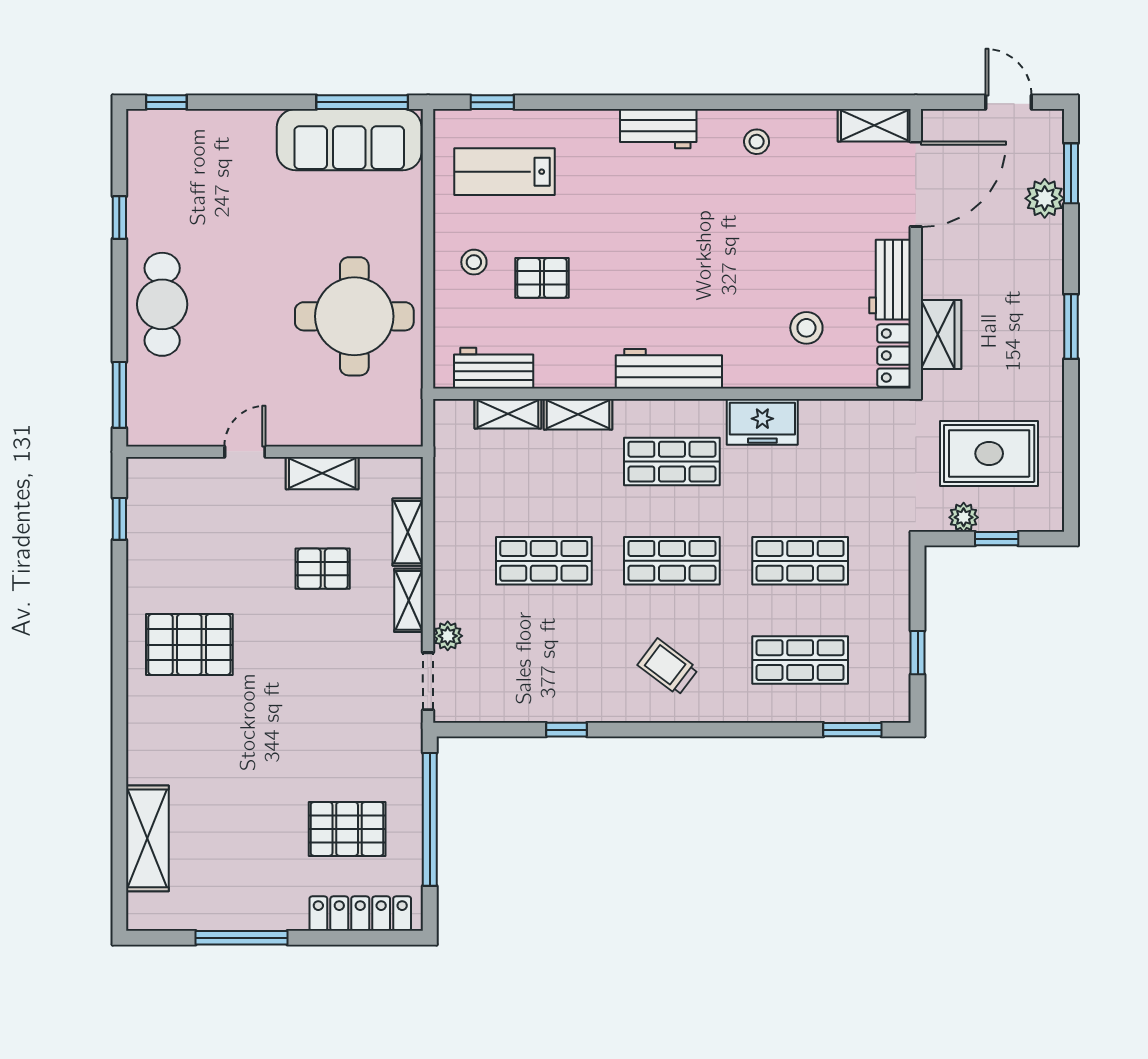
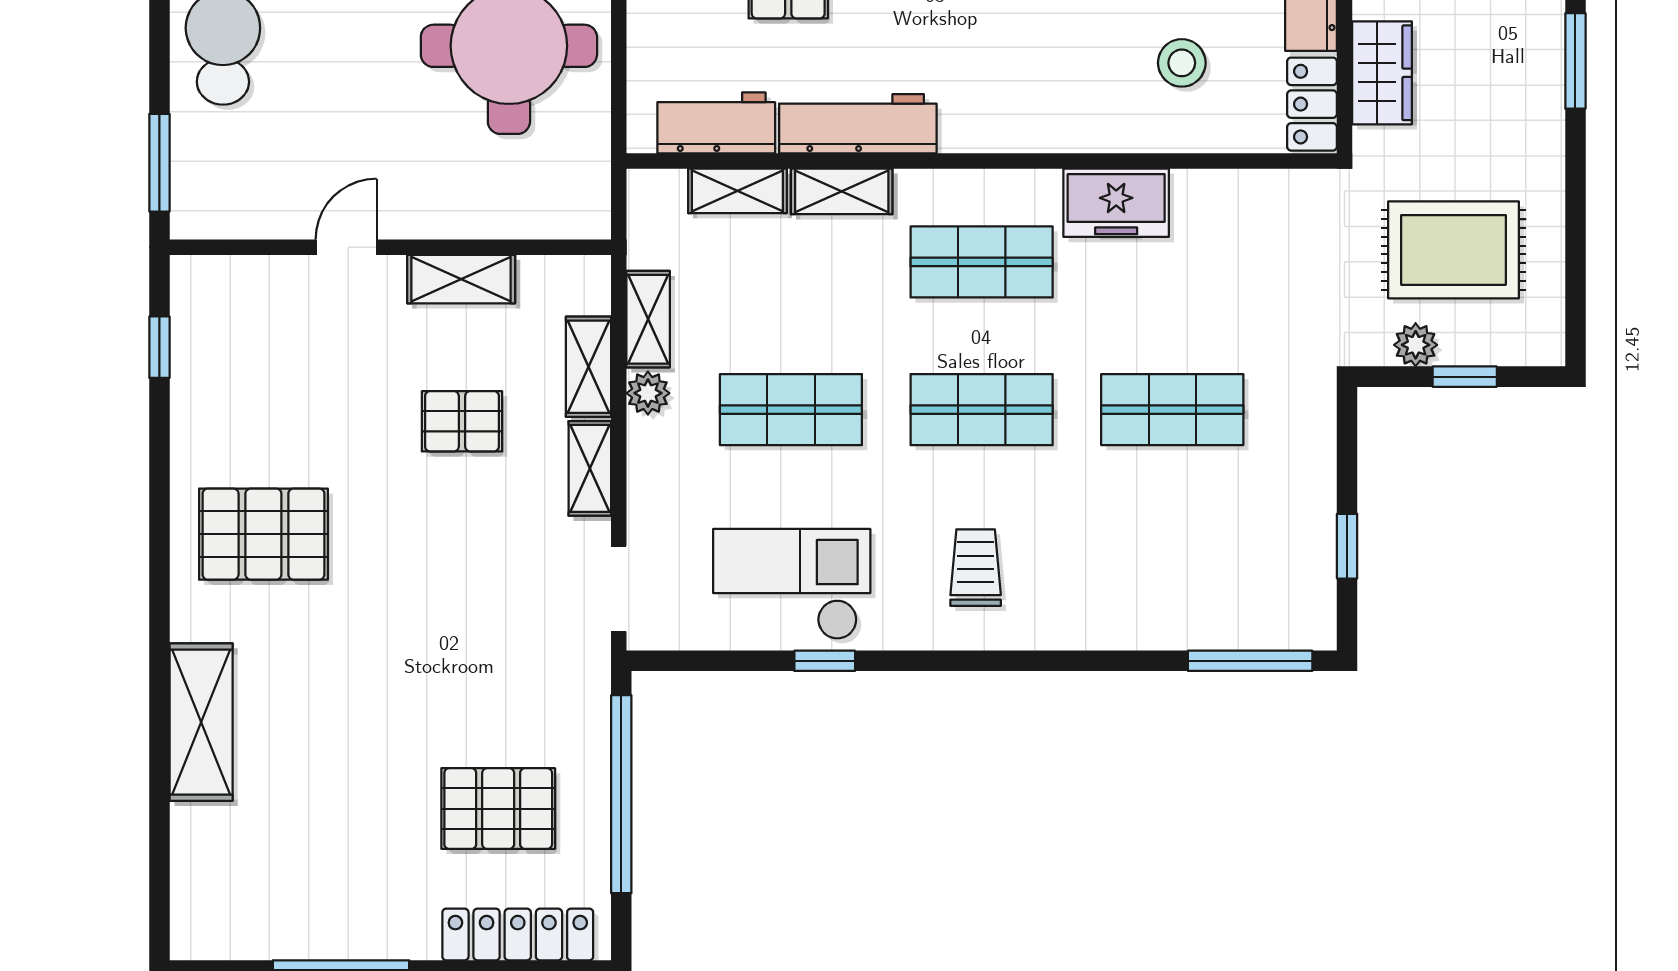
workbench: (669, 369) -> (858, 124), moved
shelving: (448, 500) -> (648, 319), added
plant: (448, 636) -> (648, 393), moved
shop shelf: (800, 660) -> (1172, 557), removed
trolley: (668, 667) -> (976, 568), turned 53
checkout: (544, 678) -> (792, 584), added
window: (852, 730) -> (1250, 661), width x1.44
shelving: (147, 838) -> (201, 722), moved

